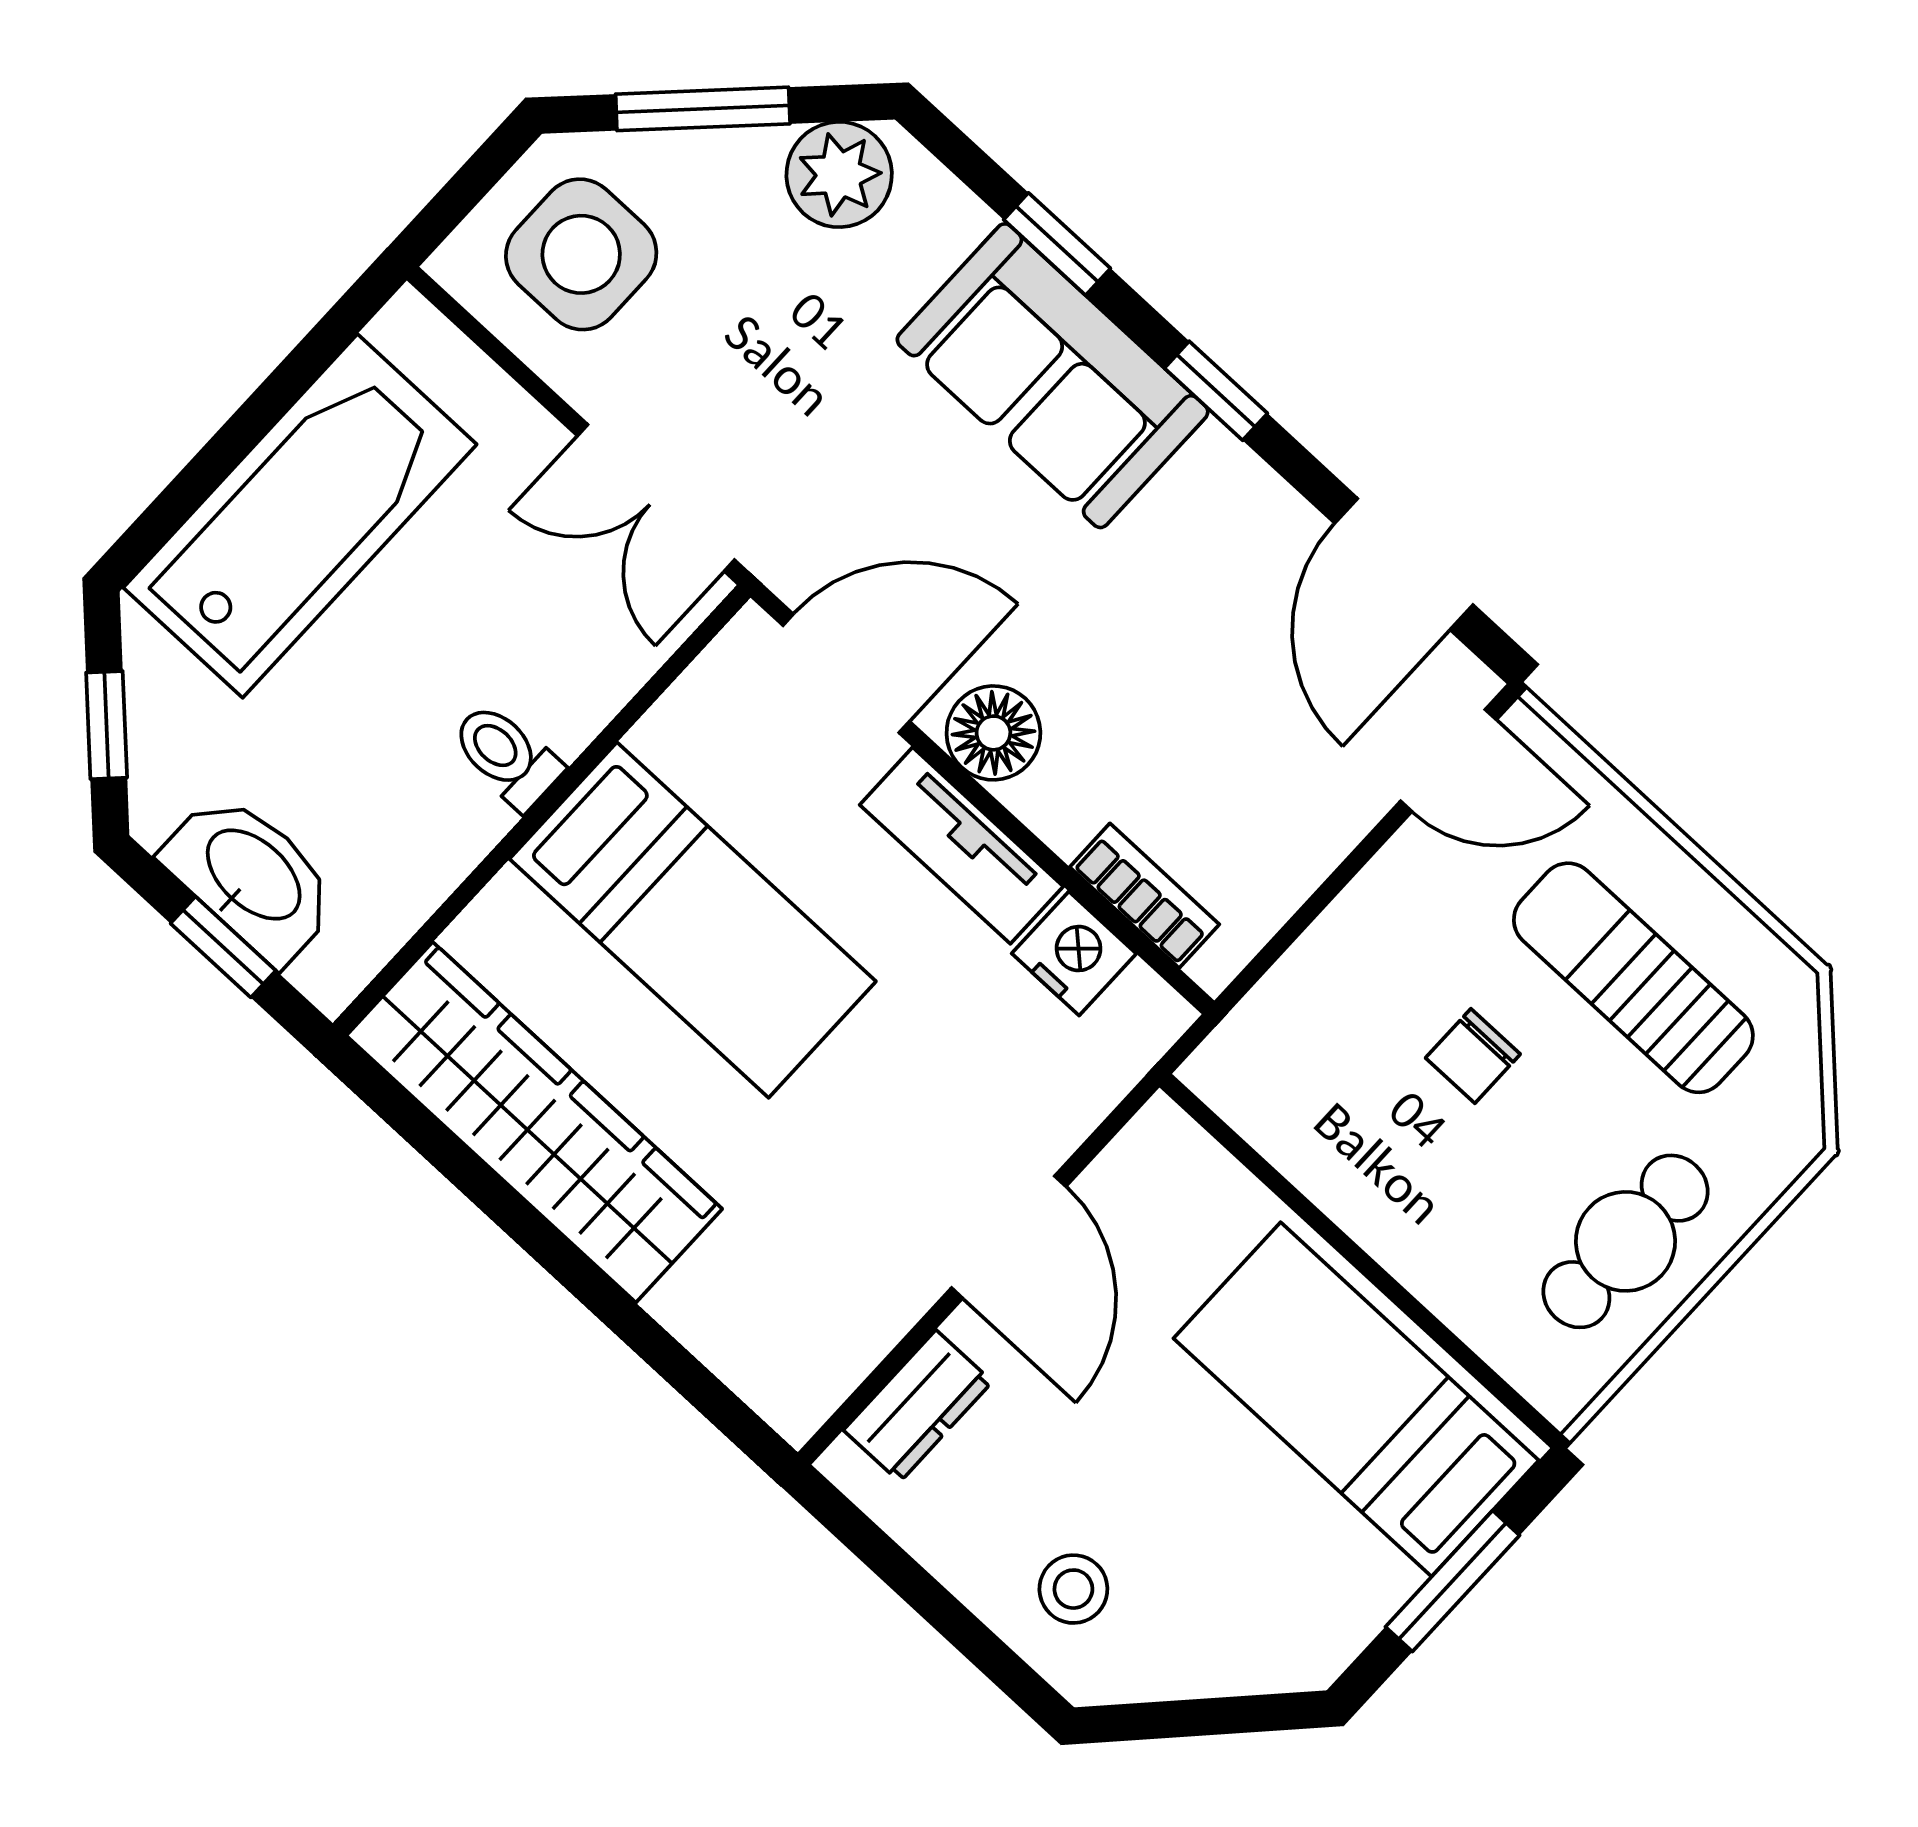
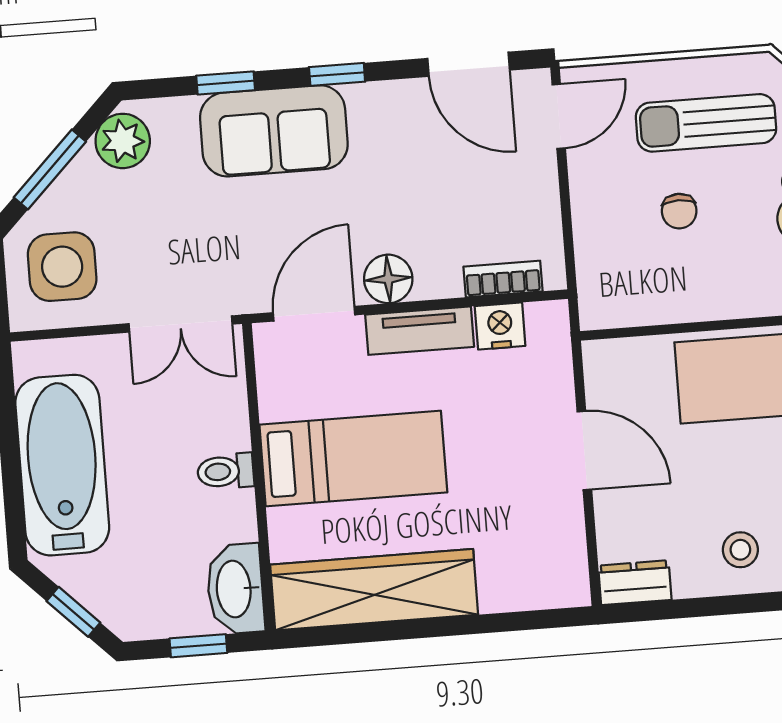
washbasin: (252, 877) -> (235, 589), moved, turned -90
dresser: (918, 1406) -> (635, 583), moved, turned -90

